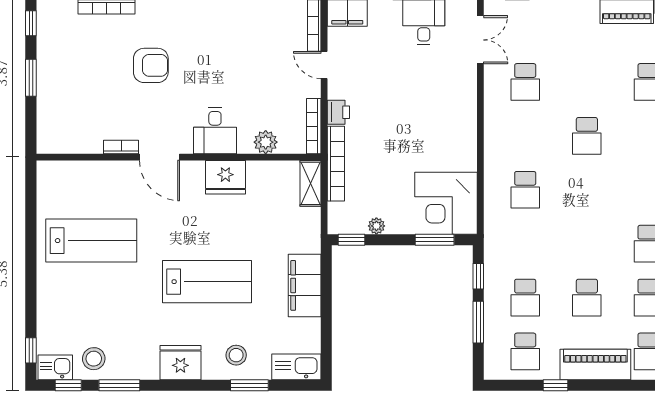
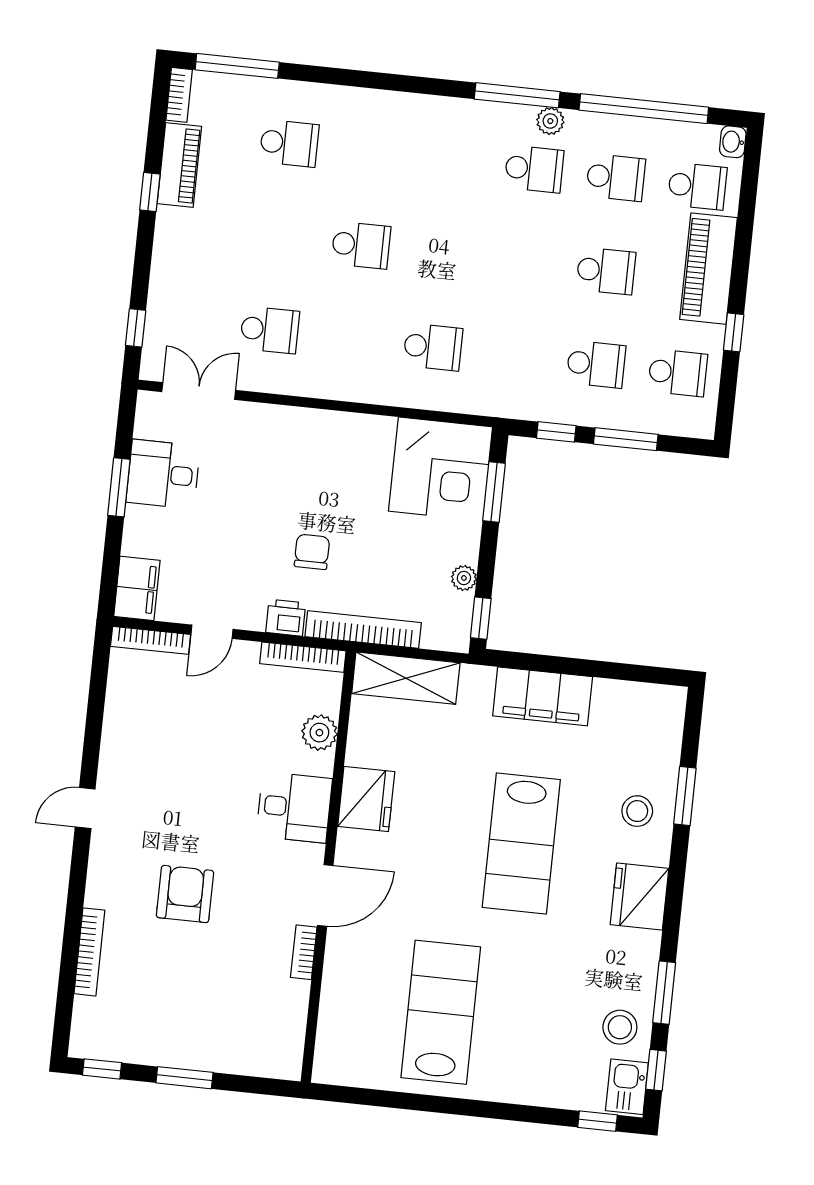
chair: (383, 125) -> (312, 552), added
shelving: (310, 183) -> (406, 678), width x1.50, depth x1.33
lab bench: (207, 282) -> (521, 843), turned 180
kitchen sink: (296, 367) -> (665, 722), removed

